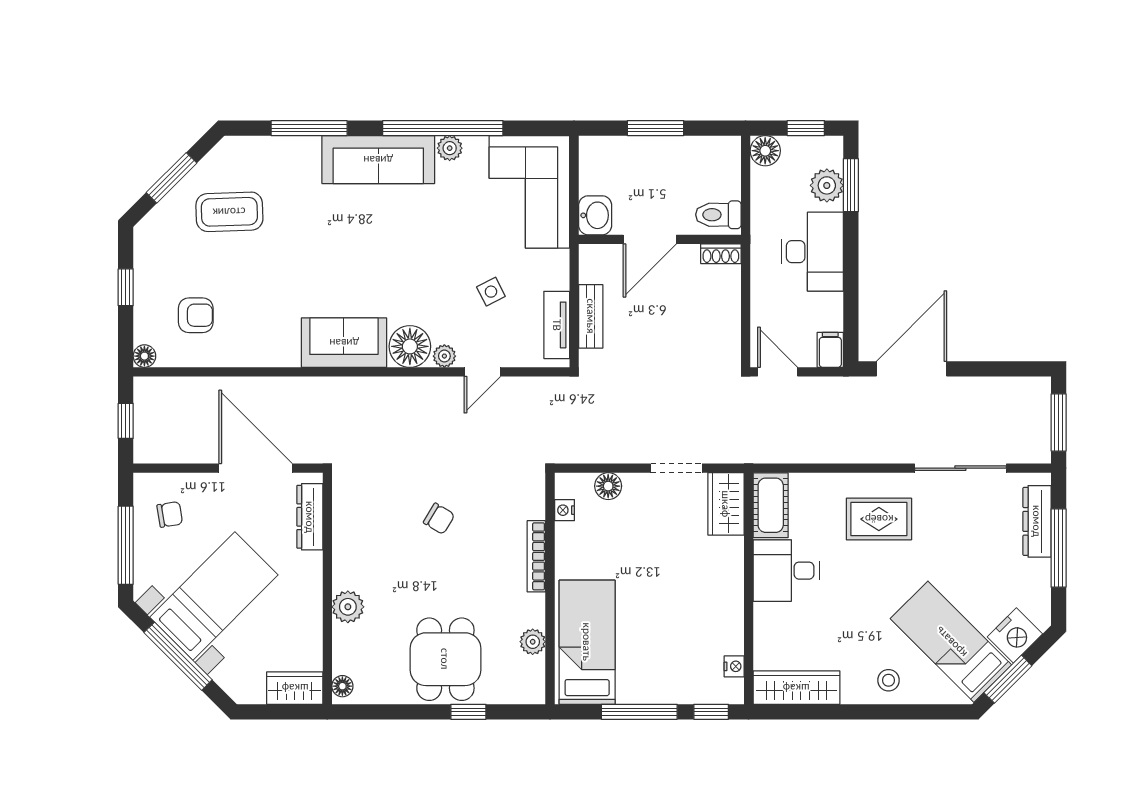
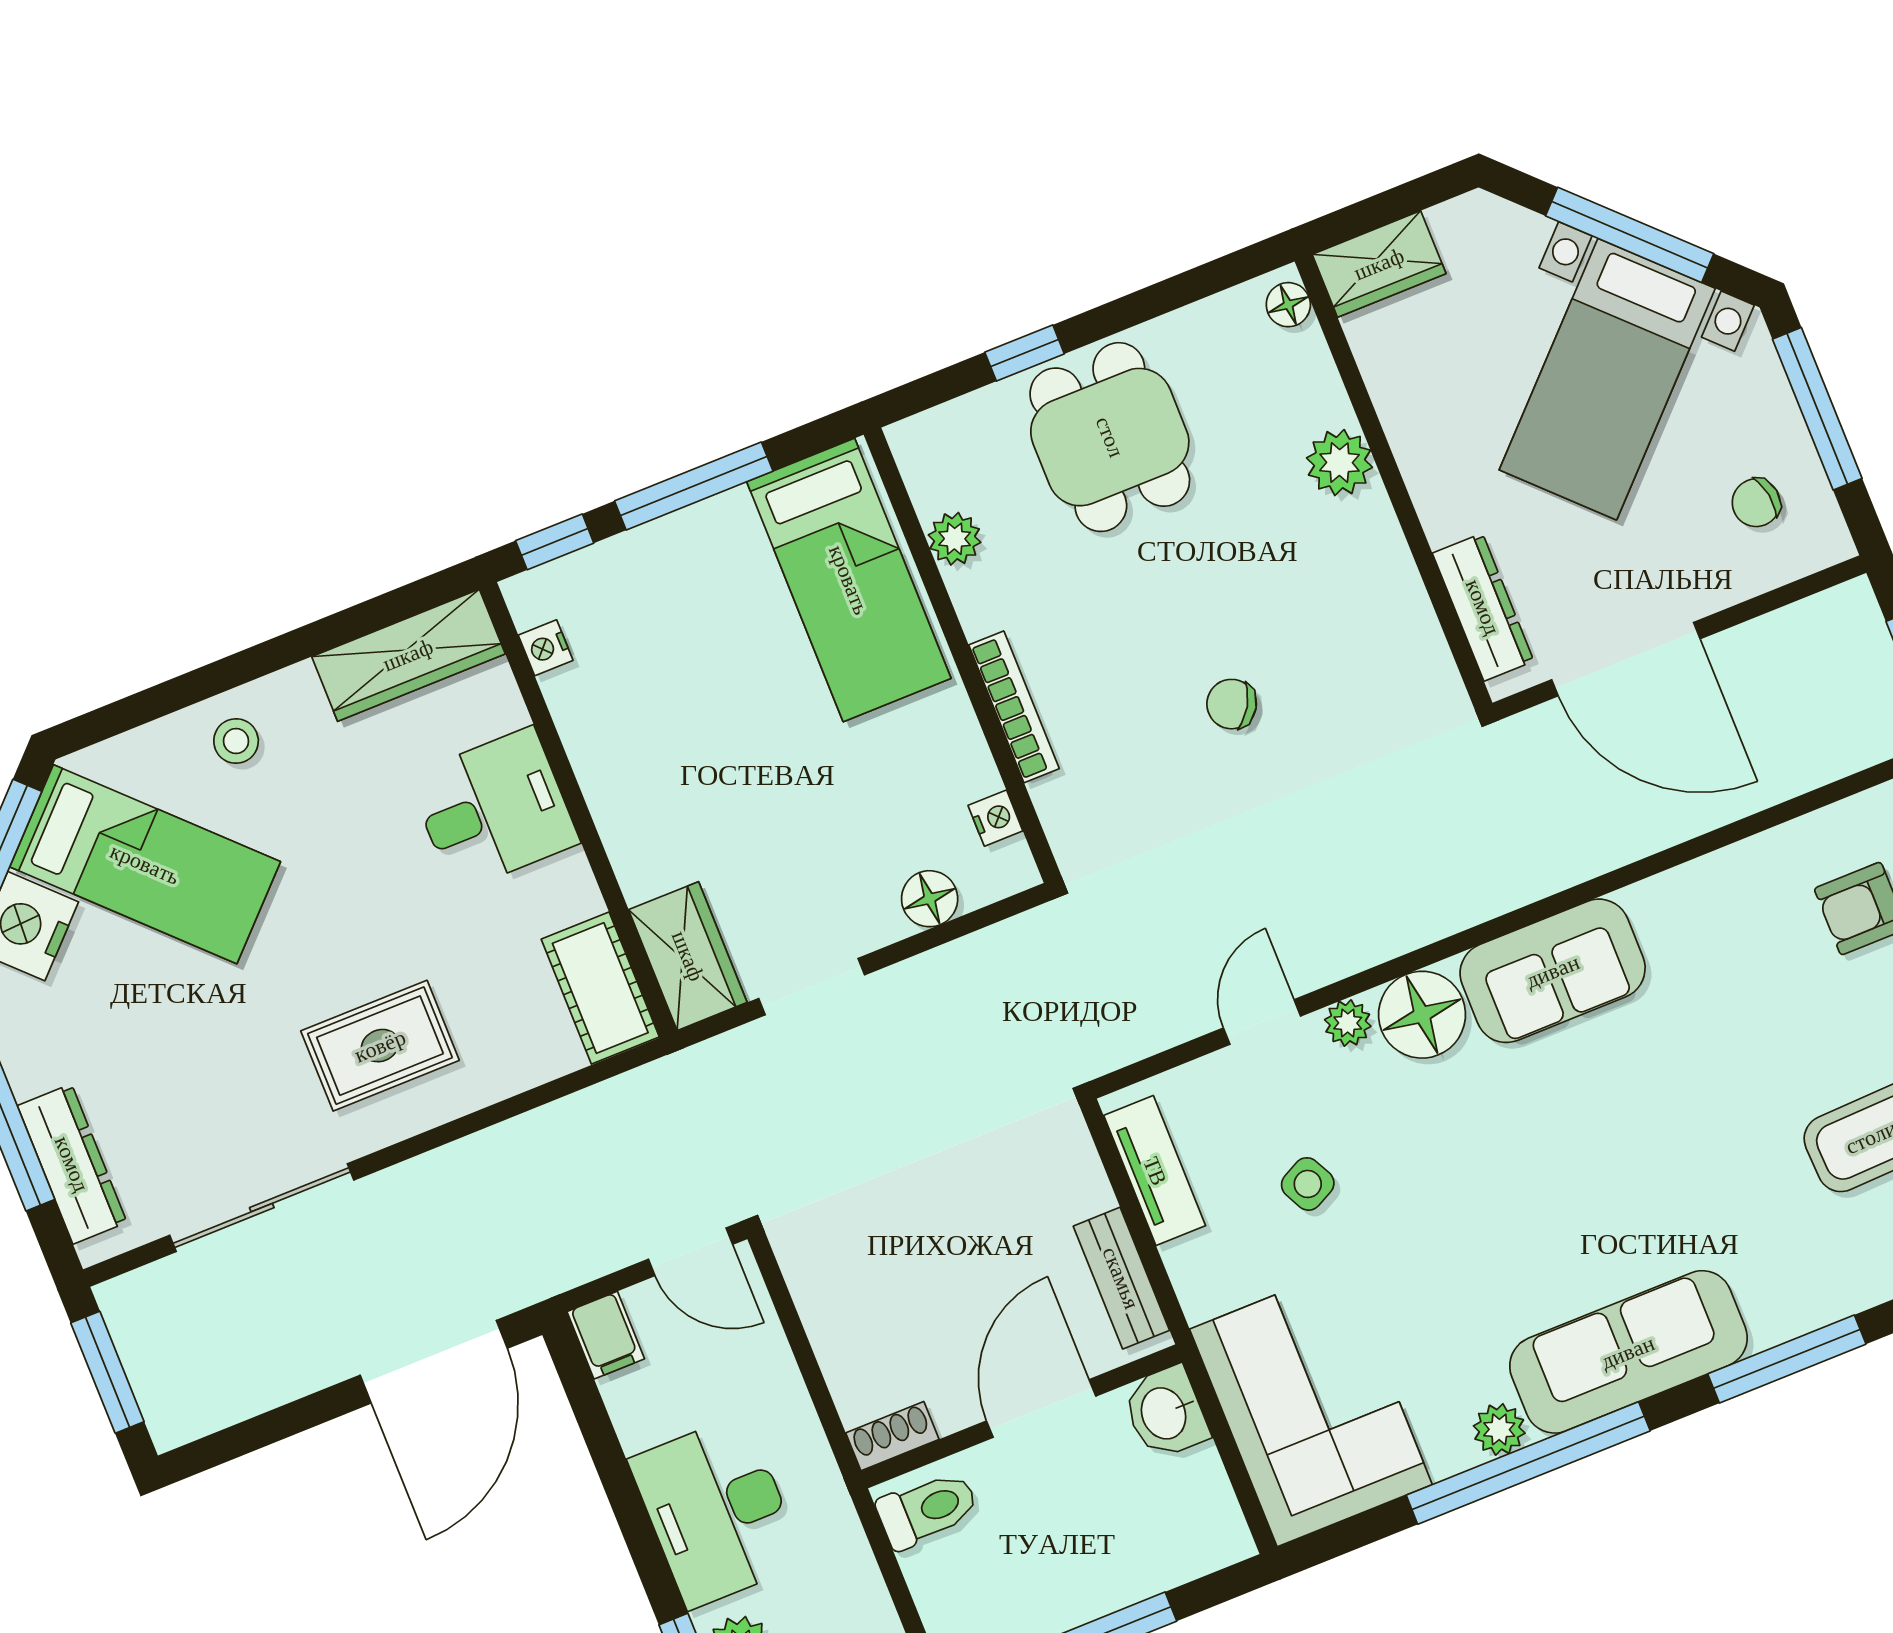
bench: (591, 316) -> (1121, 1278), moved
desk: (786, 571) -> (494, 810), moved

